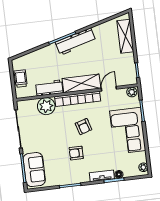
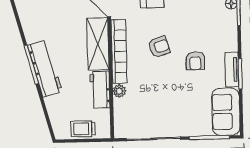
workbench: (76, 42) -> (45, 69), moved
plant: (46, 106) -> (119, 91), width x0.53, depth x0.53
sofa: (34, 170) -> (226, 112), moved, turned -90
tv unit: (102, 176) -> (232, 69), moved

